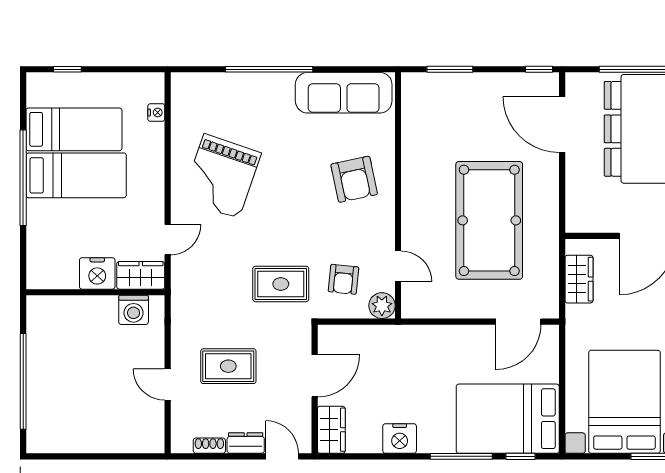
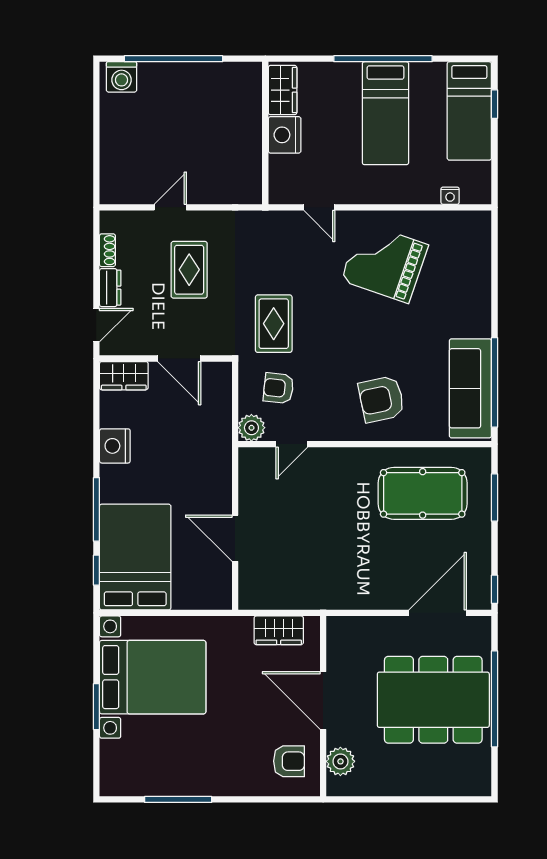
window: (269, 69) -> (495, 382), moved
bed: (74, 129) -> (469, 111), moved
pool table: (489, 220) -> (423, 493), moved, width x0.73, depth x0.76
wardrobe: (141, 275) -> (283, 90), moved
washing machine: (134, 310) -> (122, 77), moved, turned -90
door: (518, 322) -> (235, 538), moved

